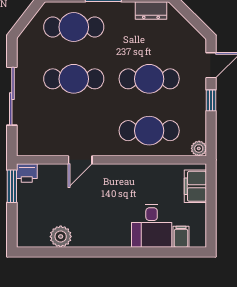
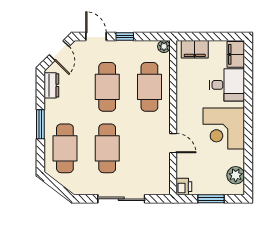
door: (194, 20) -> (59, 51), added
window: (12, 186) -> (211, 199), moved
corner desk: (98, 222) -> (224, 128), added
plant: (61, 237) -> (236, 175), moved
filing cabinet: (181, 237) -> (236, 54), width x2.00

